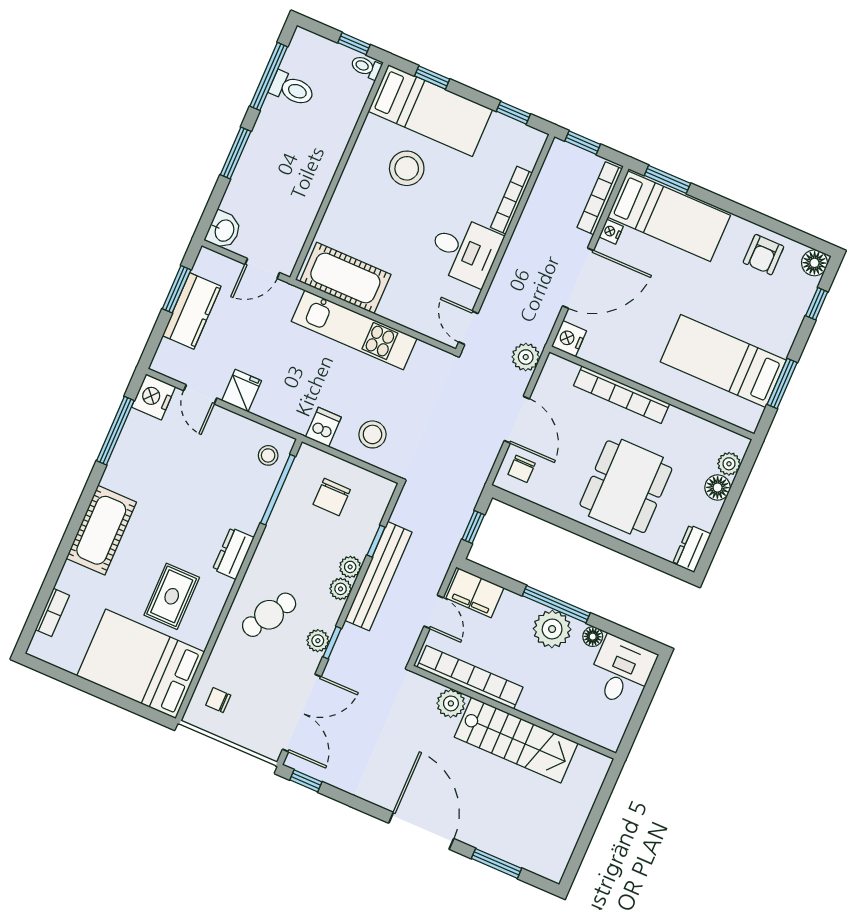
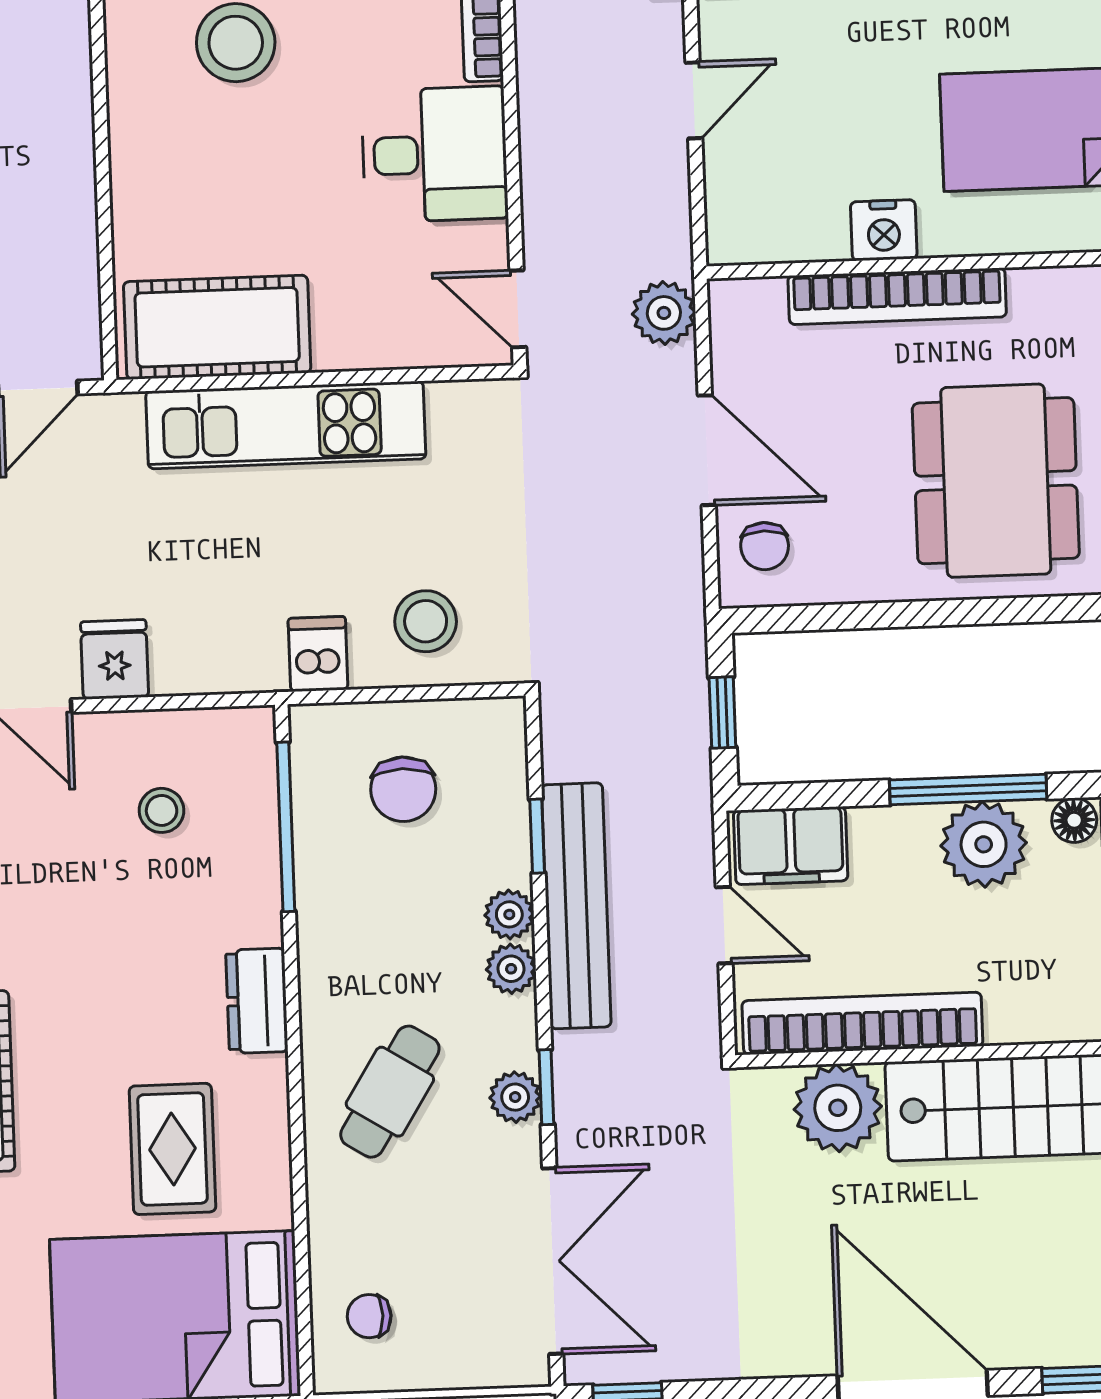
door: (578, 278) -> (694, 100), width x0.53
nightstand: (569, 339) -> (884, 230), moved, turned -90
stool: (268, 455) -> (162, 810), moved
plant: (451, 703) -> (838, 1108), width x1.36, depth x1.36

